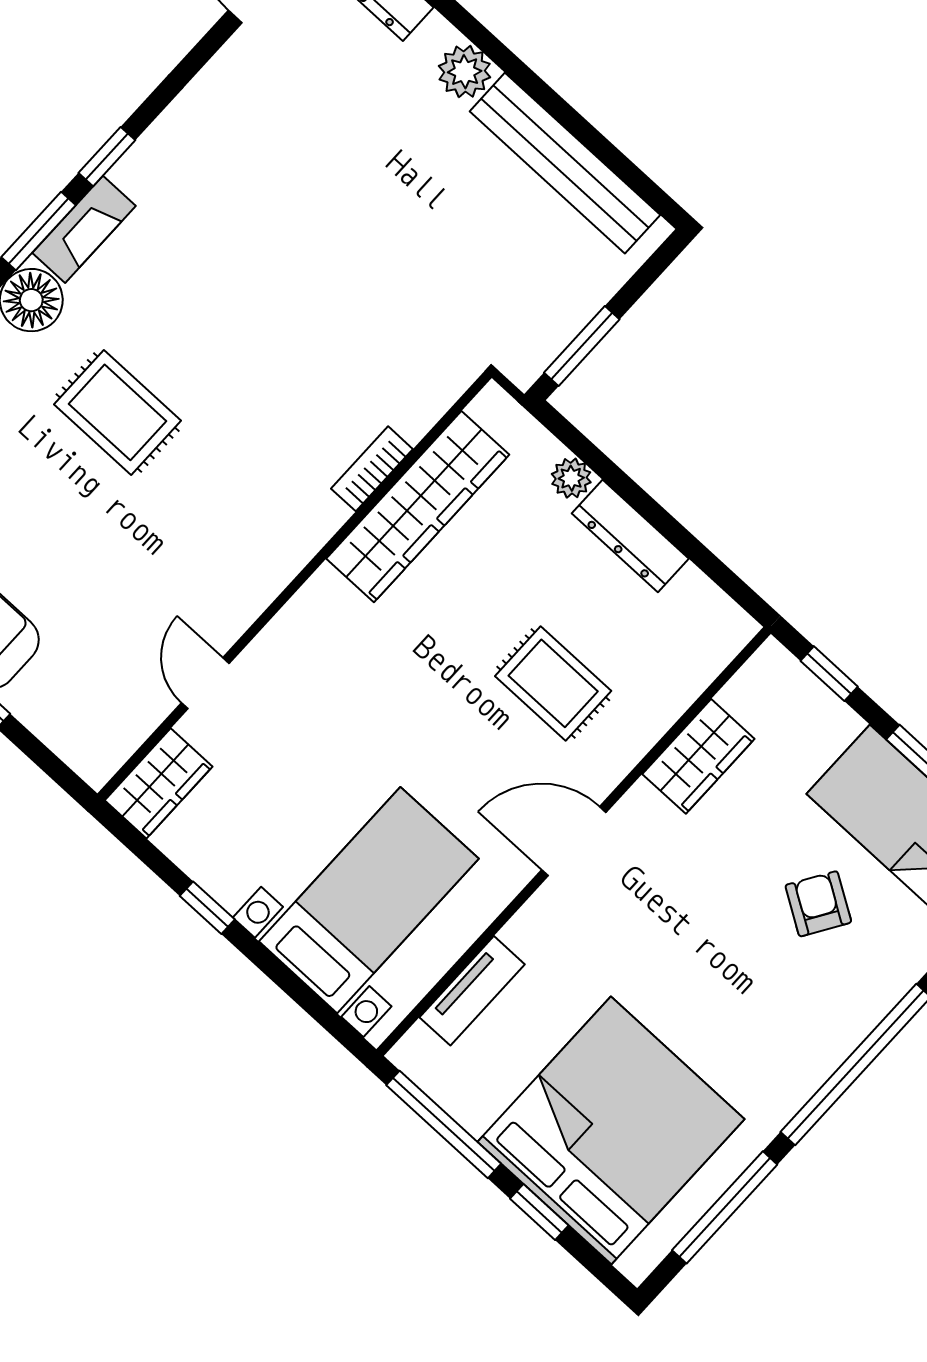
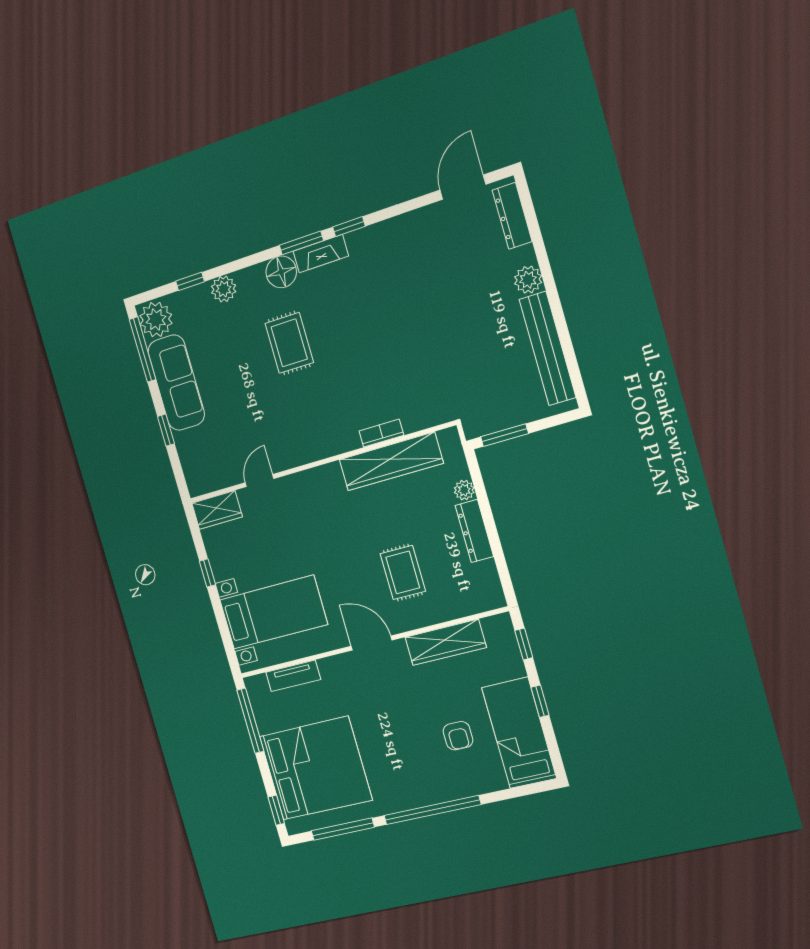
wardrobe: (698, 756) -> (445, 642), width x1.50
armchair: (818, 904) -> (458, 736), turned 148
window: (539, 1212) -> (276, 810), moved

